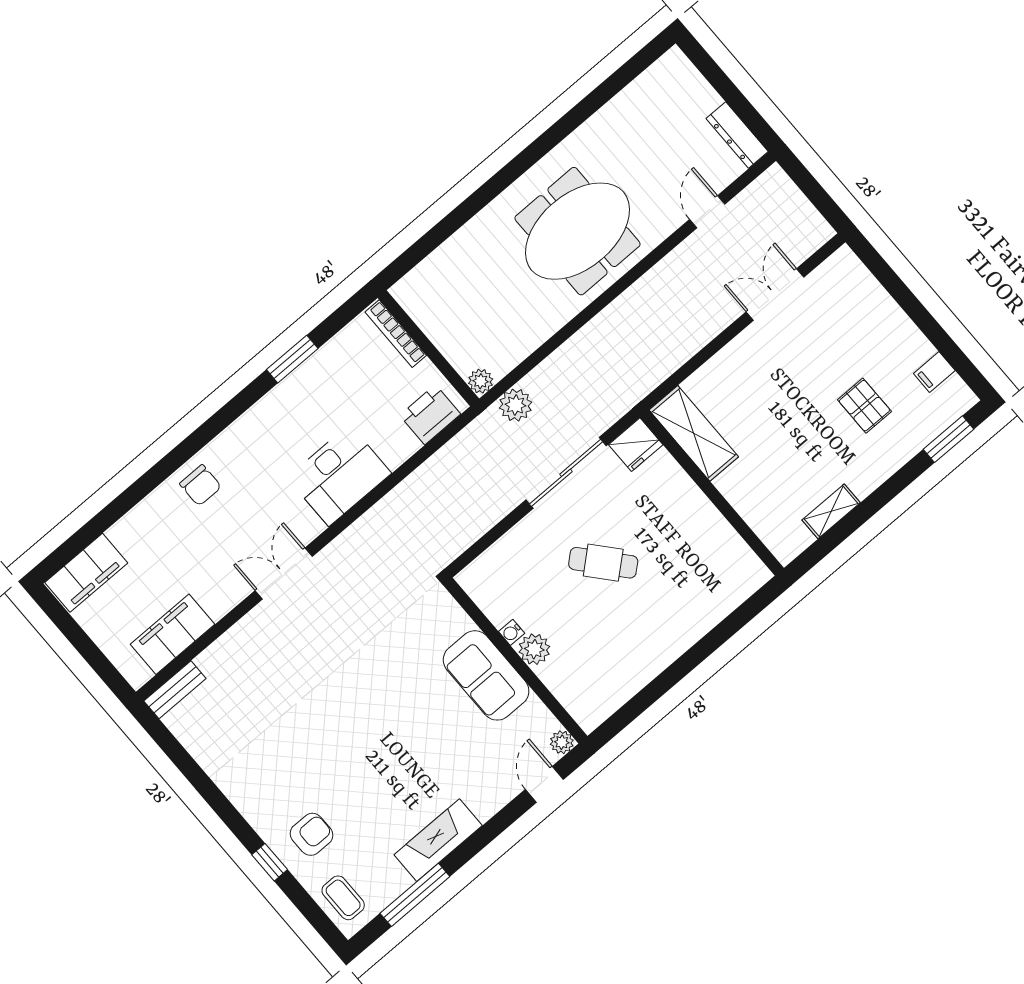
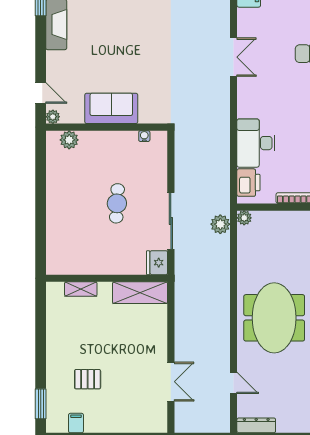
desk: (339, 475) -> (256, 143), moved
shelving: (831, 511) -> (81, 289), moved, turned 90
cafe table: (603, 563) -> (117, 203), turned -46
water cooler: (512, 632) -> (144, 136), moved
plant: (534, 649) -> (69, 140), moved

